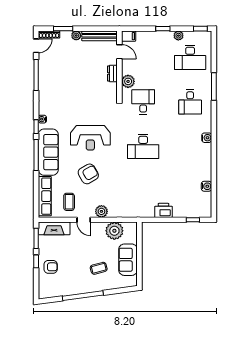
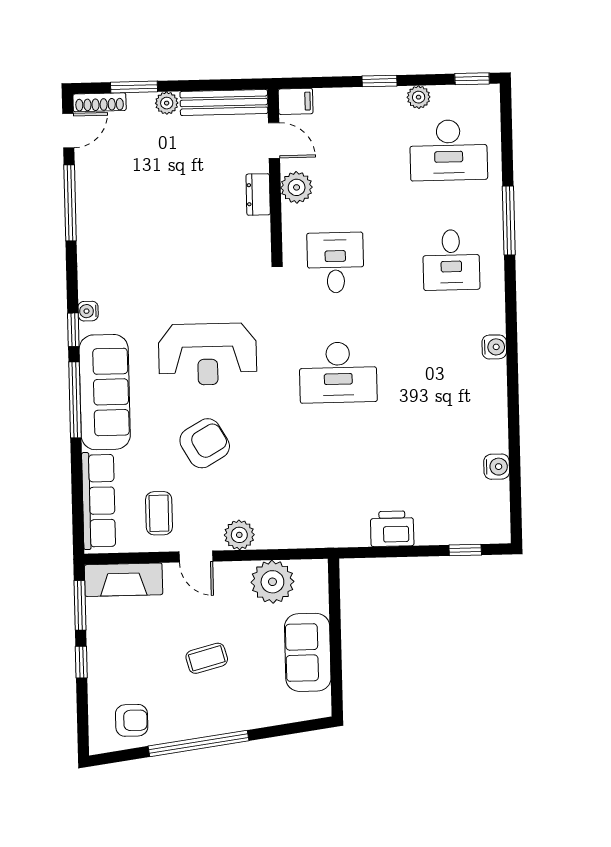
plant: (128, 81) -> (297, 187), moved
armchair: (51, 267) -> (132, 720), moved
coffee table: (99, 268) -> (207, 658), moved

